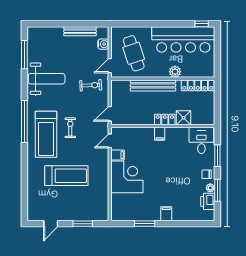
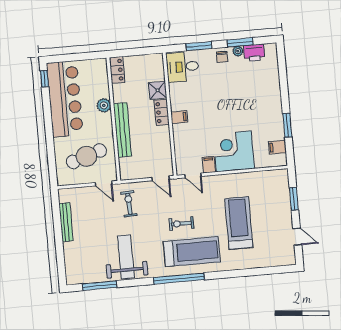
water cooler: (103, 44) -> (79, 193), removed
locker: (198, 85) -> (117, 70), width x0.66
filing cabinet: (166, 214) -> (277, 147), moved

